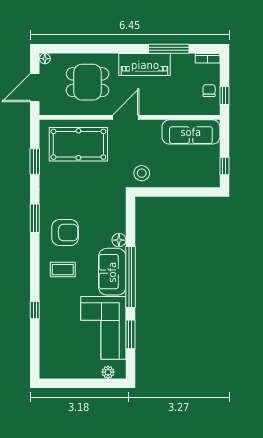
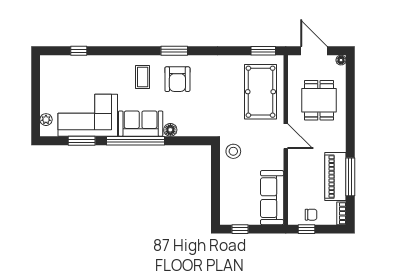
piano: (145, 65) -> (335, 177), moved
window: (35, 162) -> (263, 51), moved
window: (35, 218) -> (174, 51), moved
window: (35, 310) -> (79, 51), moved

